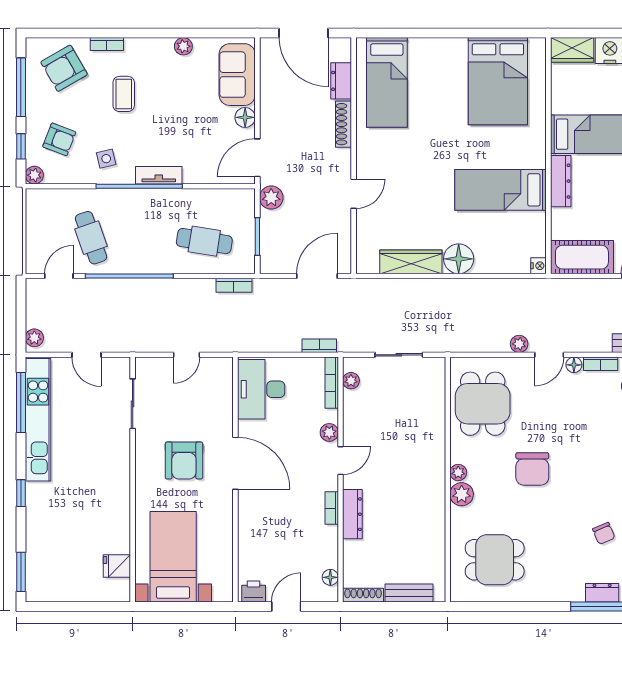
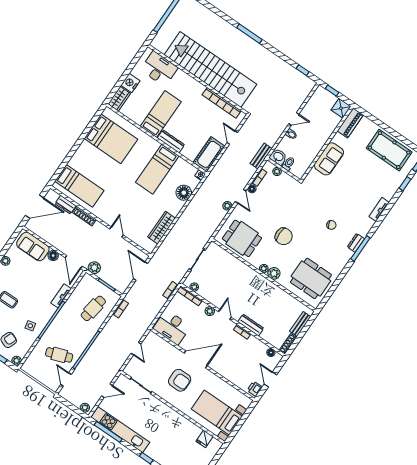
tv unit: (159, 175) -> (61, 296), moved
floor lamp: (459, 259) -> (184, 193), moved
dining table: (495, 560) -> (311, 278), width x1.38

